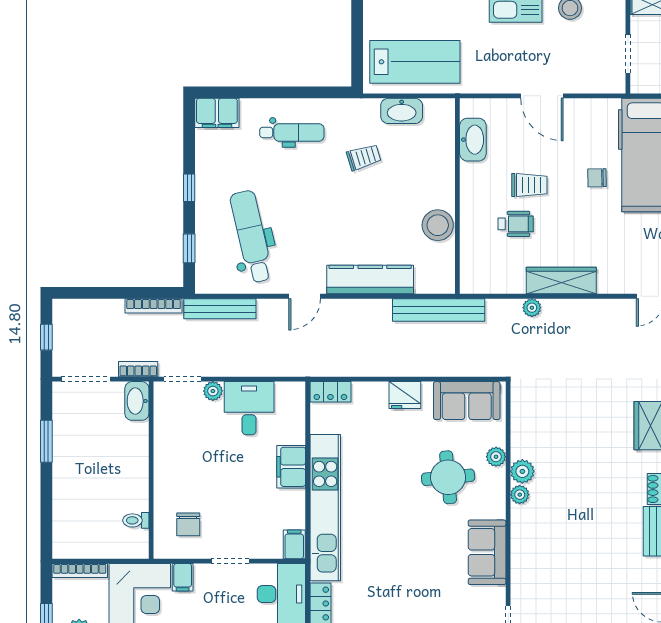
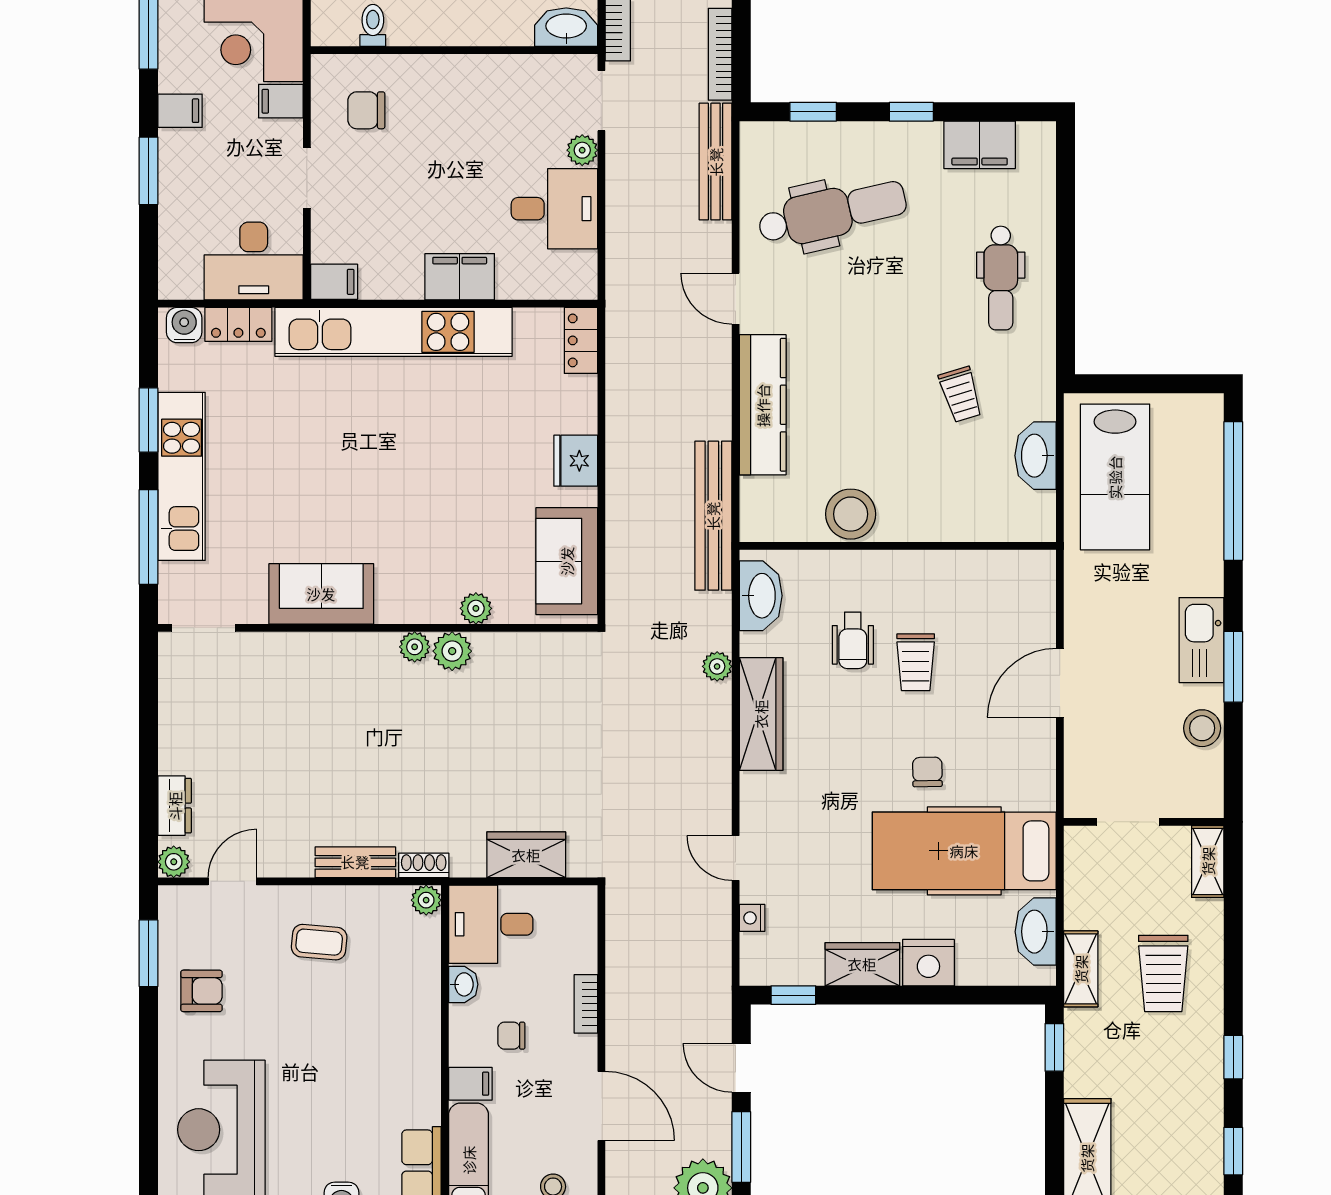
filing cabinet: (217, 113) -> (980, 145), moved, turned -90
washbasin: (473, 140) -> (761, 596), moved, turned -90
round table: (448, 477) -> (443, 531), removed

